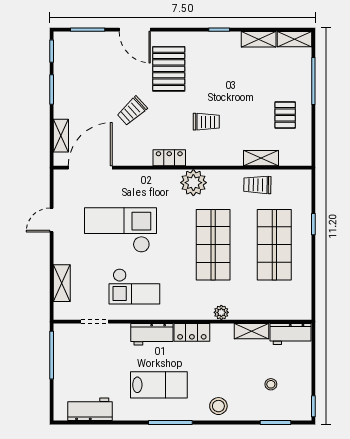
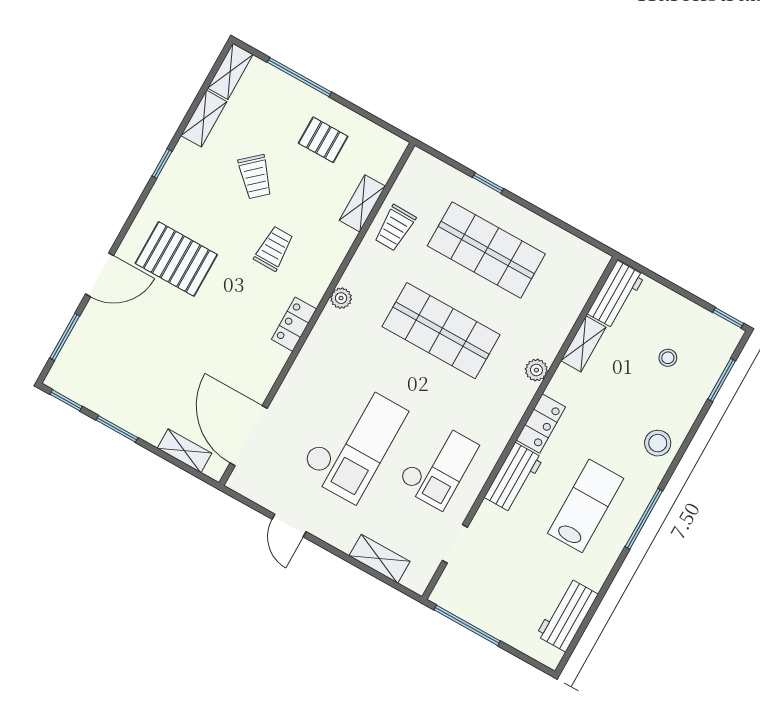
trolley: (132, 111) -> (255, 177), moved
plant: (193, 183) -> (341, 298), width x0.53, depth x0.53
checkout: (121, 230) -> (353, 442), turned 180

